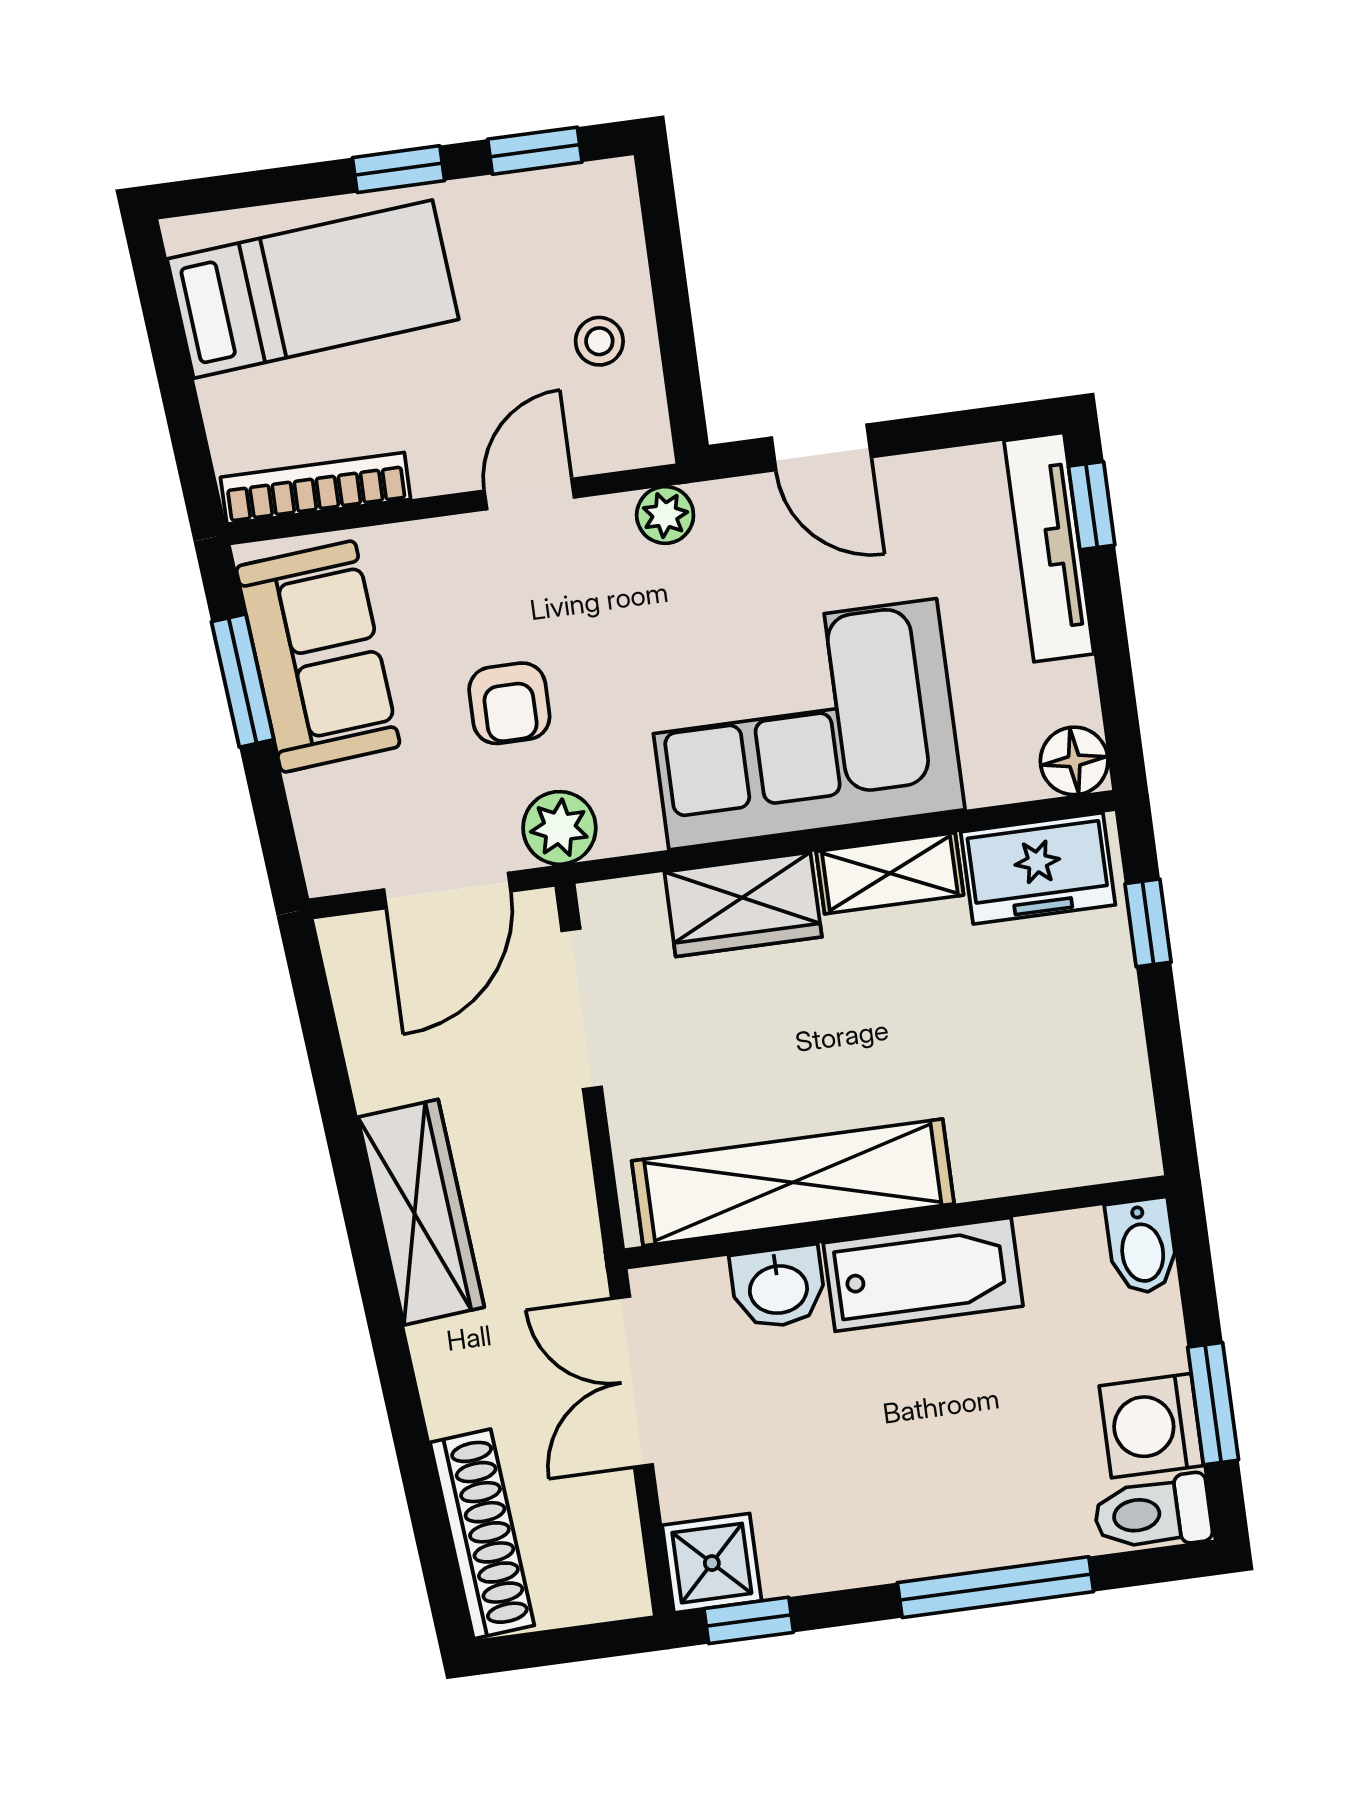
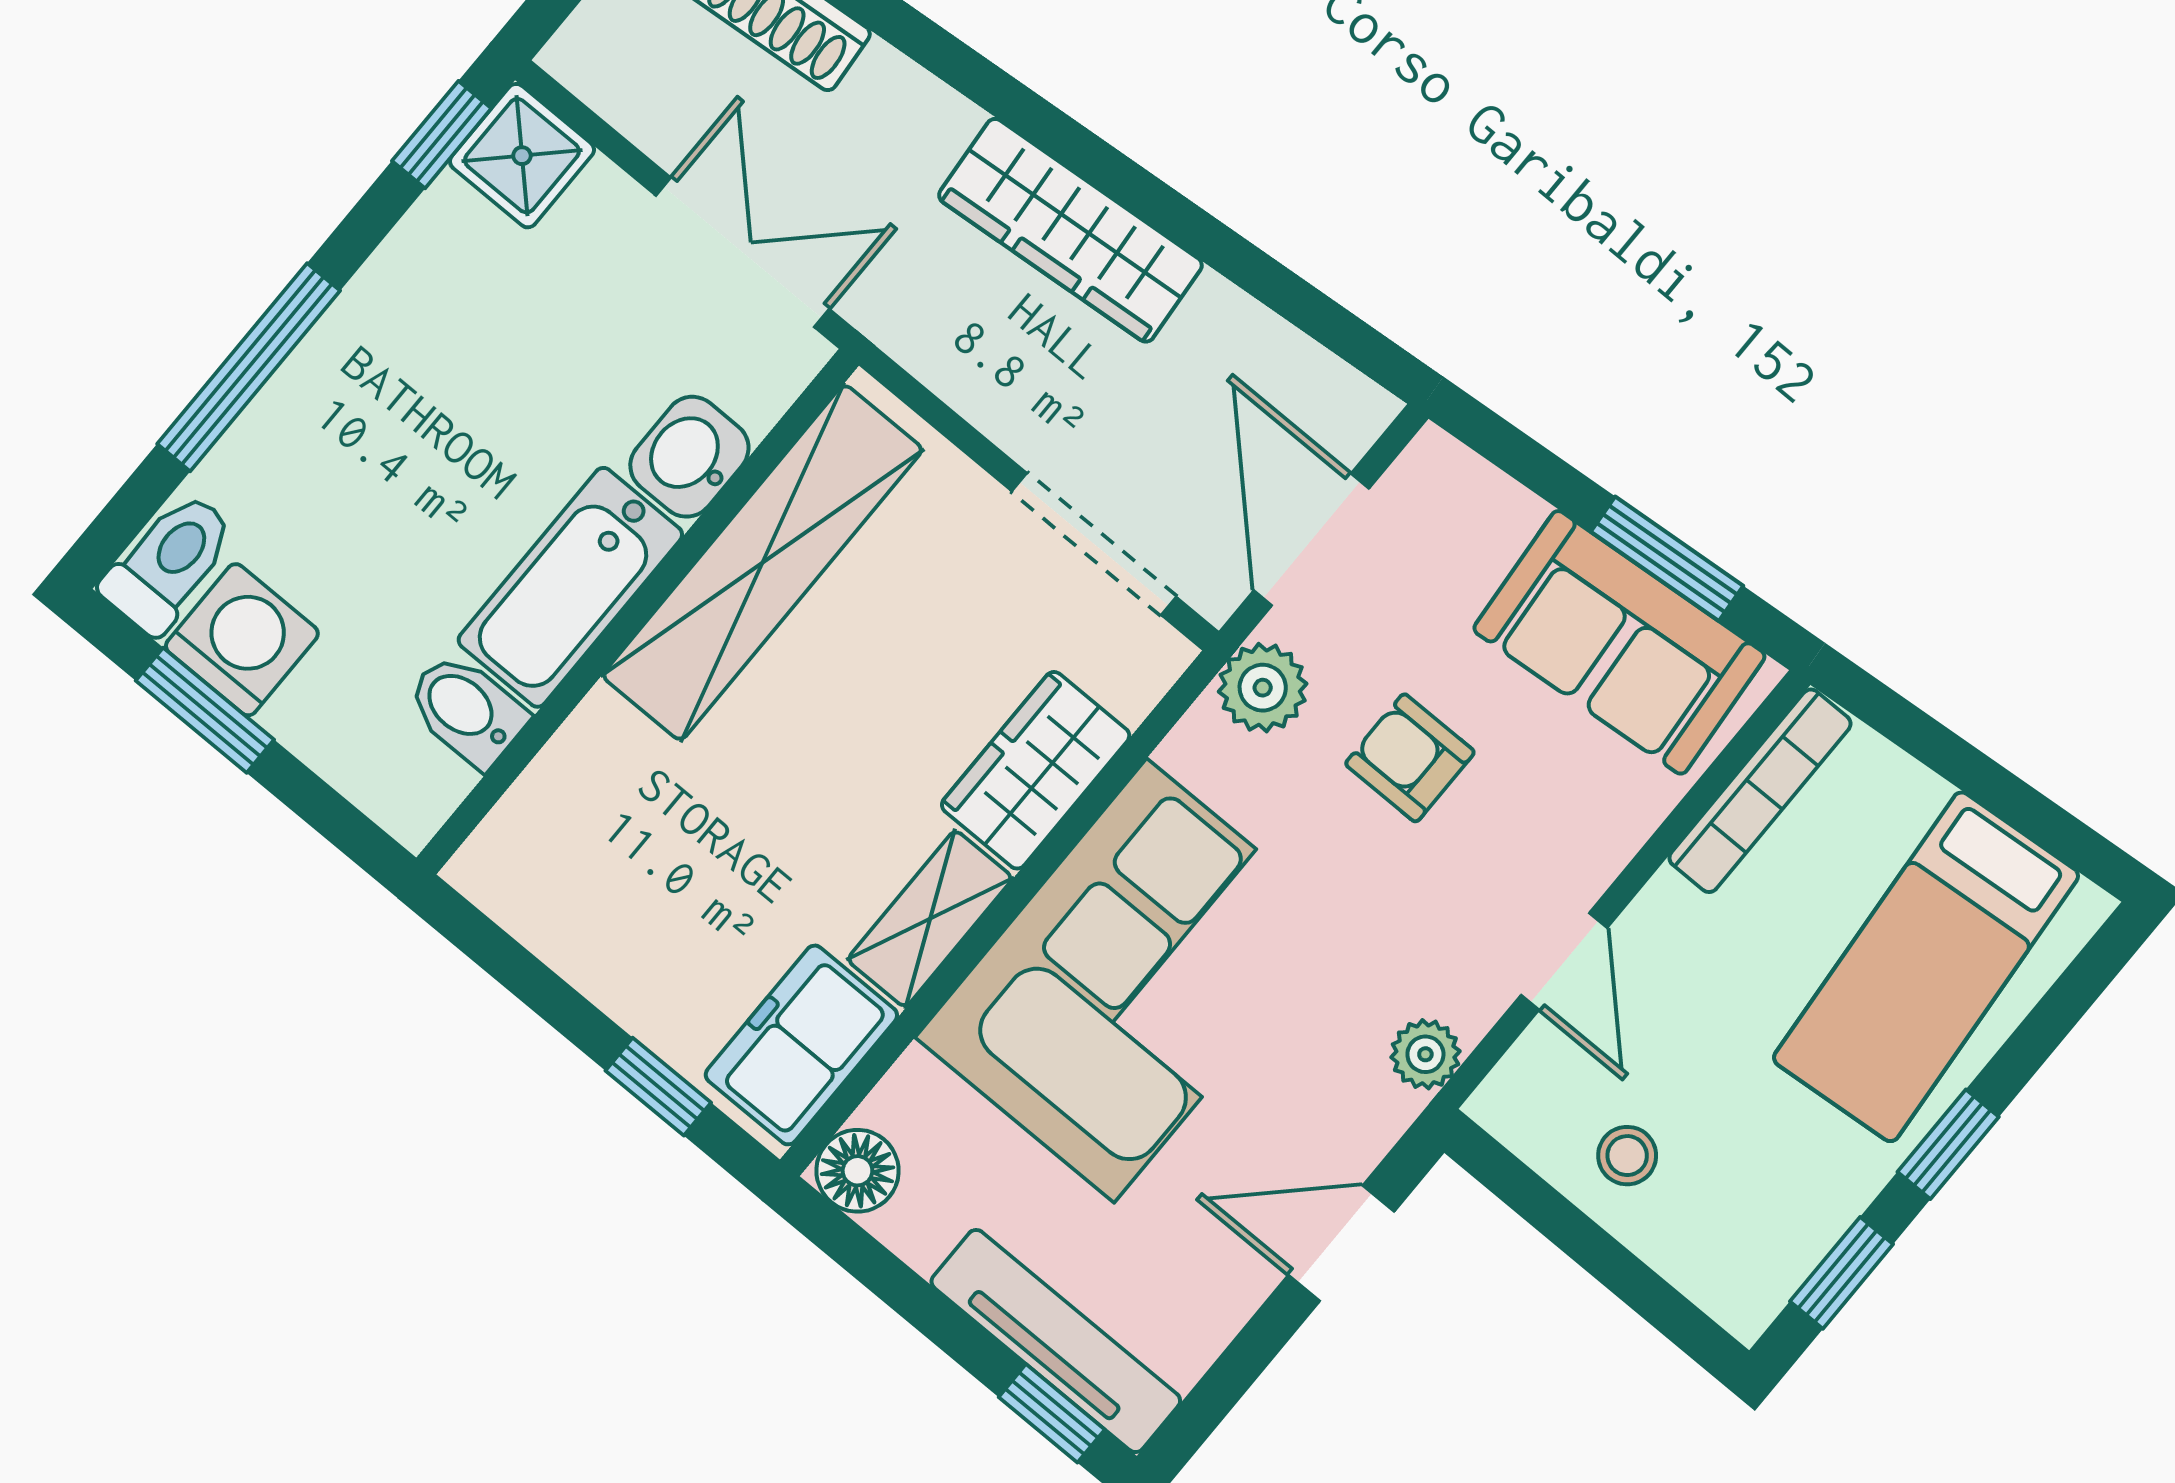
bidet: (1142, 1246) -> (466, 710), moved

